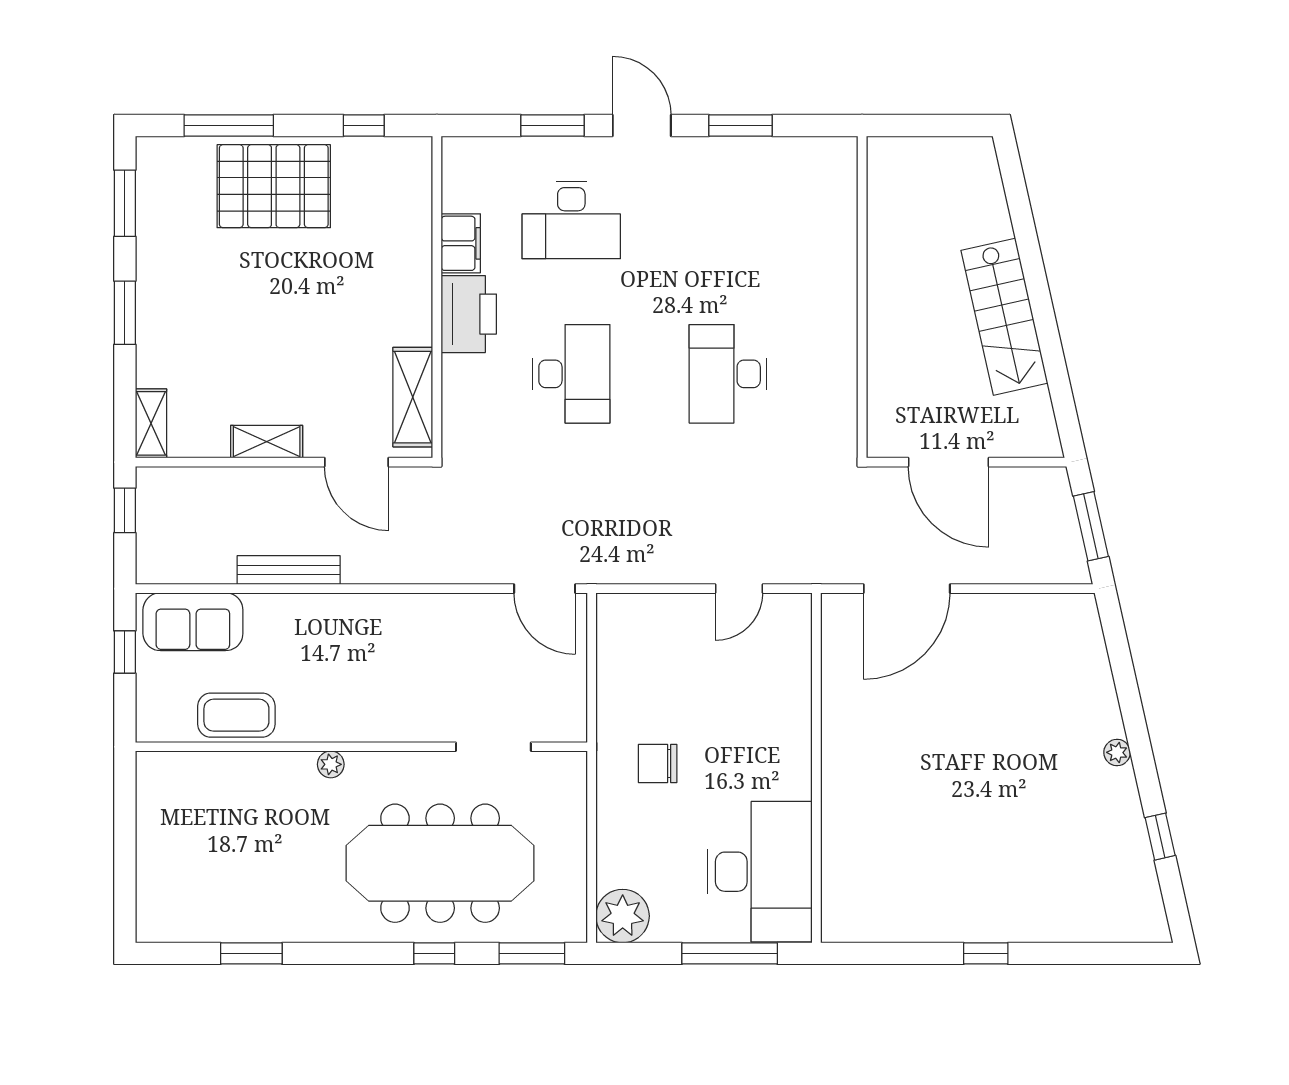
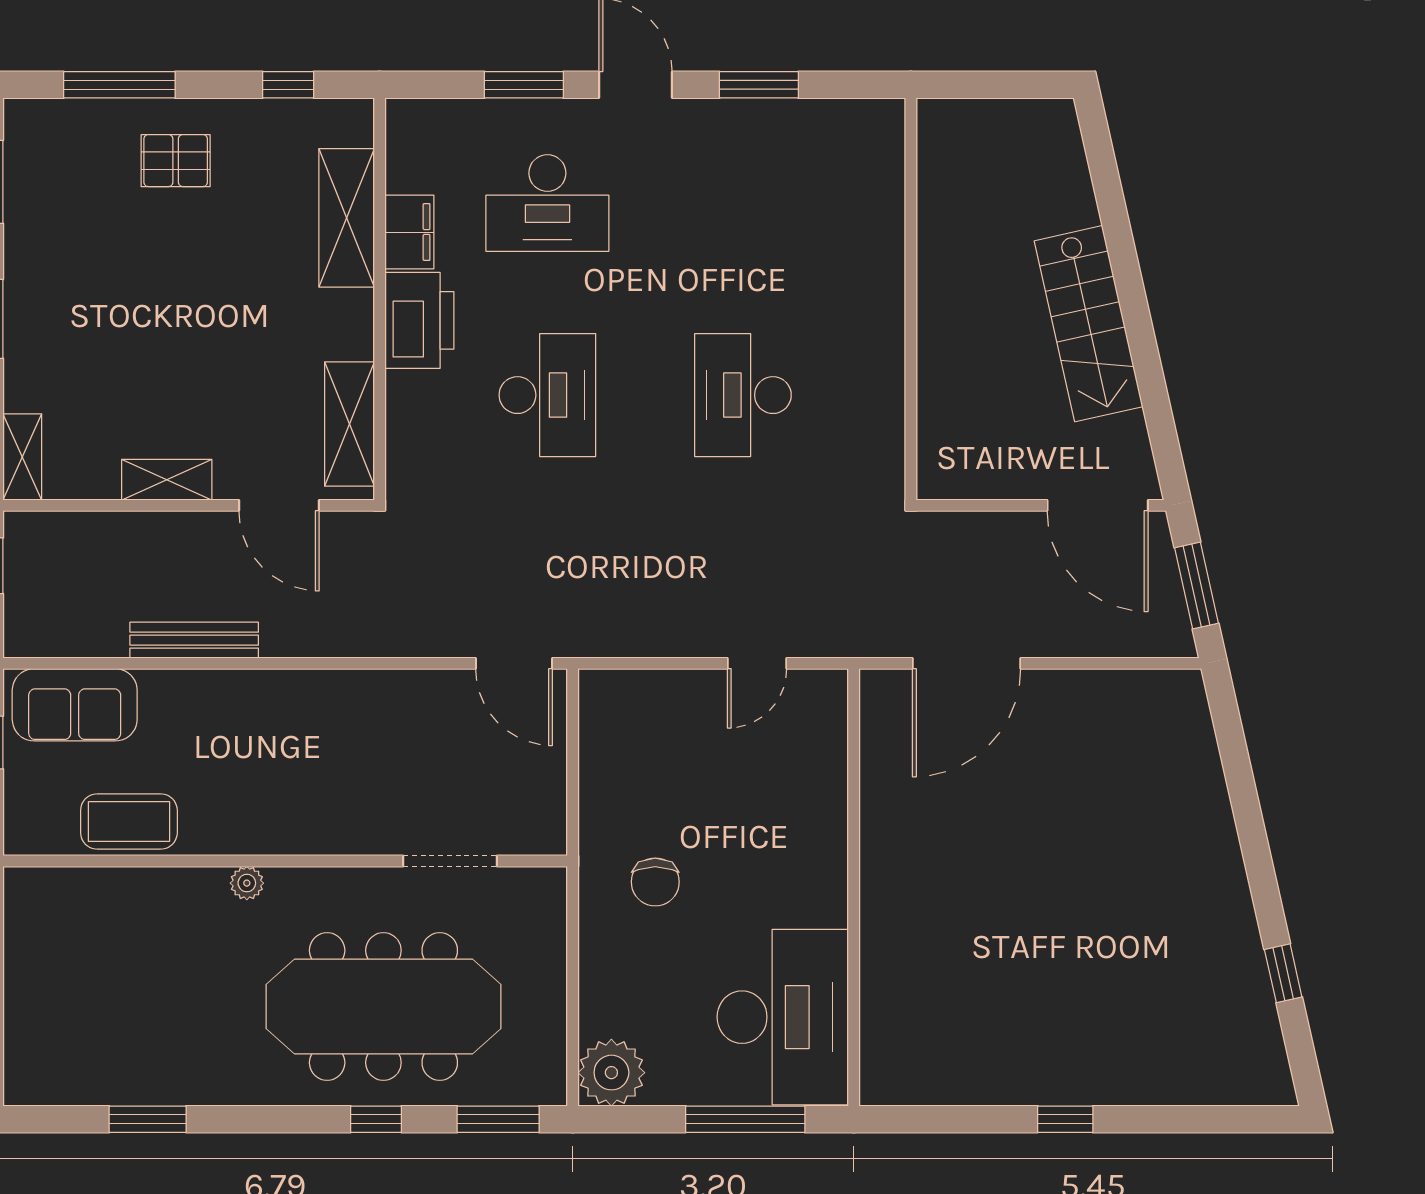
pallet: (274, 186) -> (176, 161), width x0.49, depth x0.50
shelving: (411, 232) -> (347, 218), added
door: (948, 462) -> (1098, 505), moved
plant: (1117, 753) -> (1229, 868), removed
chair: (658, 764) -> (655, 882), turned -90

